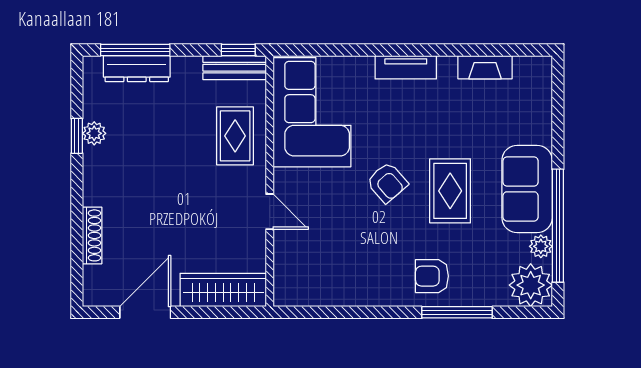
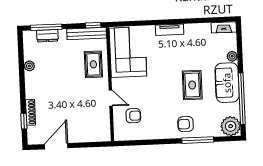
fireplace: (485, 67) -> (224, 27), moved
bench: (235, 68) -> (87, 34), width x1.36
dresser: (137, 69) -> (47, 36), width x0.70
window: (77, 136) -> (24, 121), moved
armchair: (387, 183) -> (133, 116), moved, turned -49
plant: (541, 246) -> (232, 56), moved
wardrobe: (223, 290) -> (91, 135), removed

